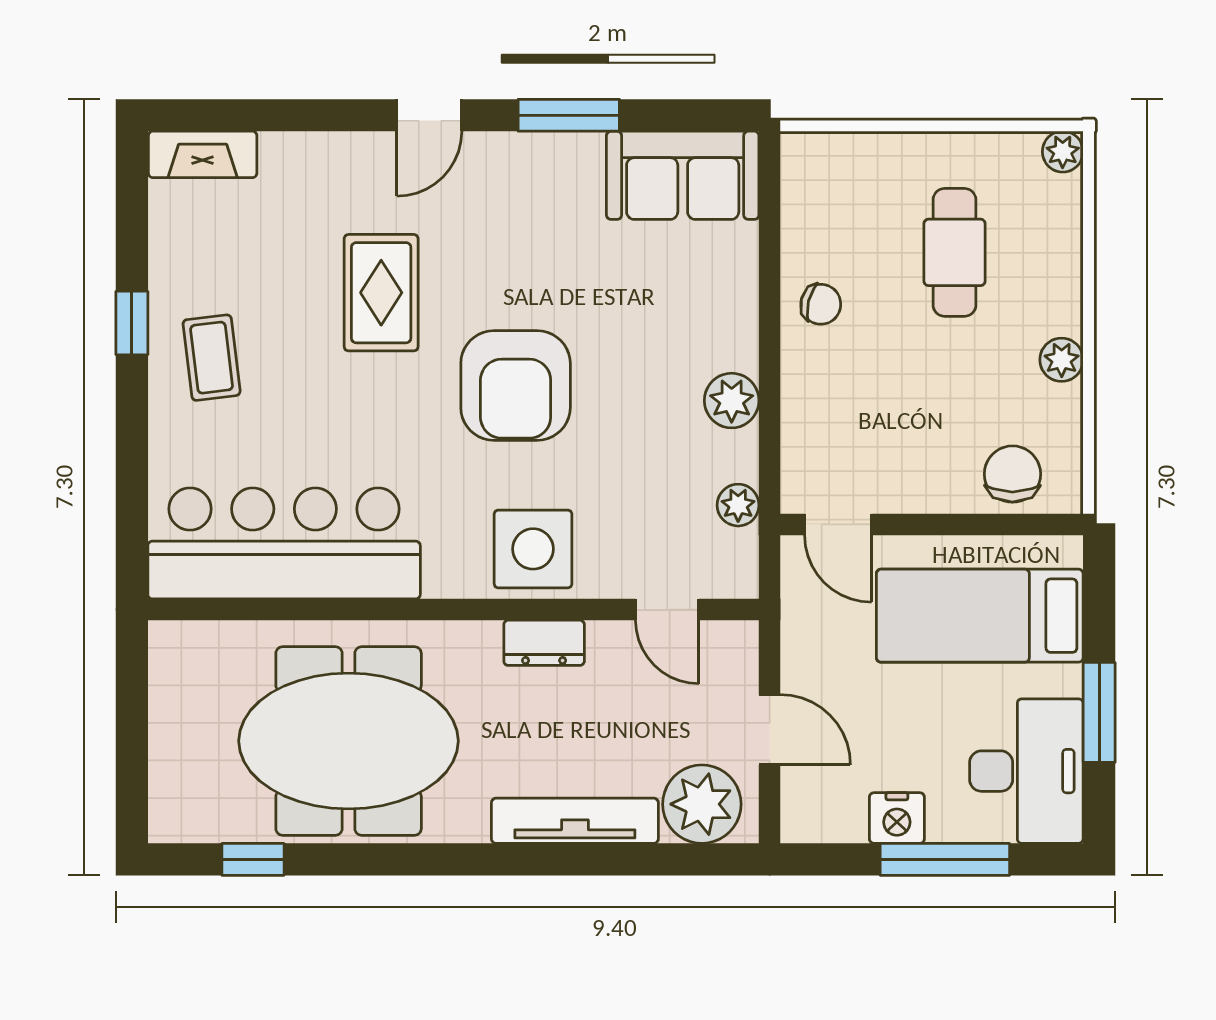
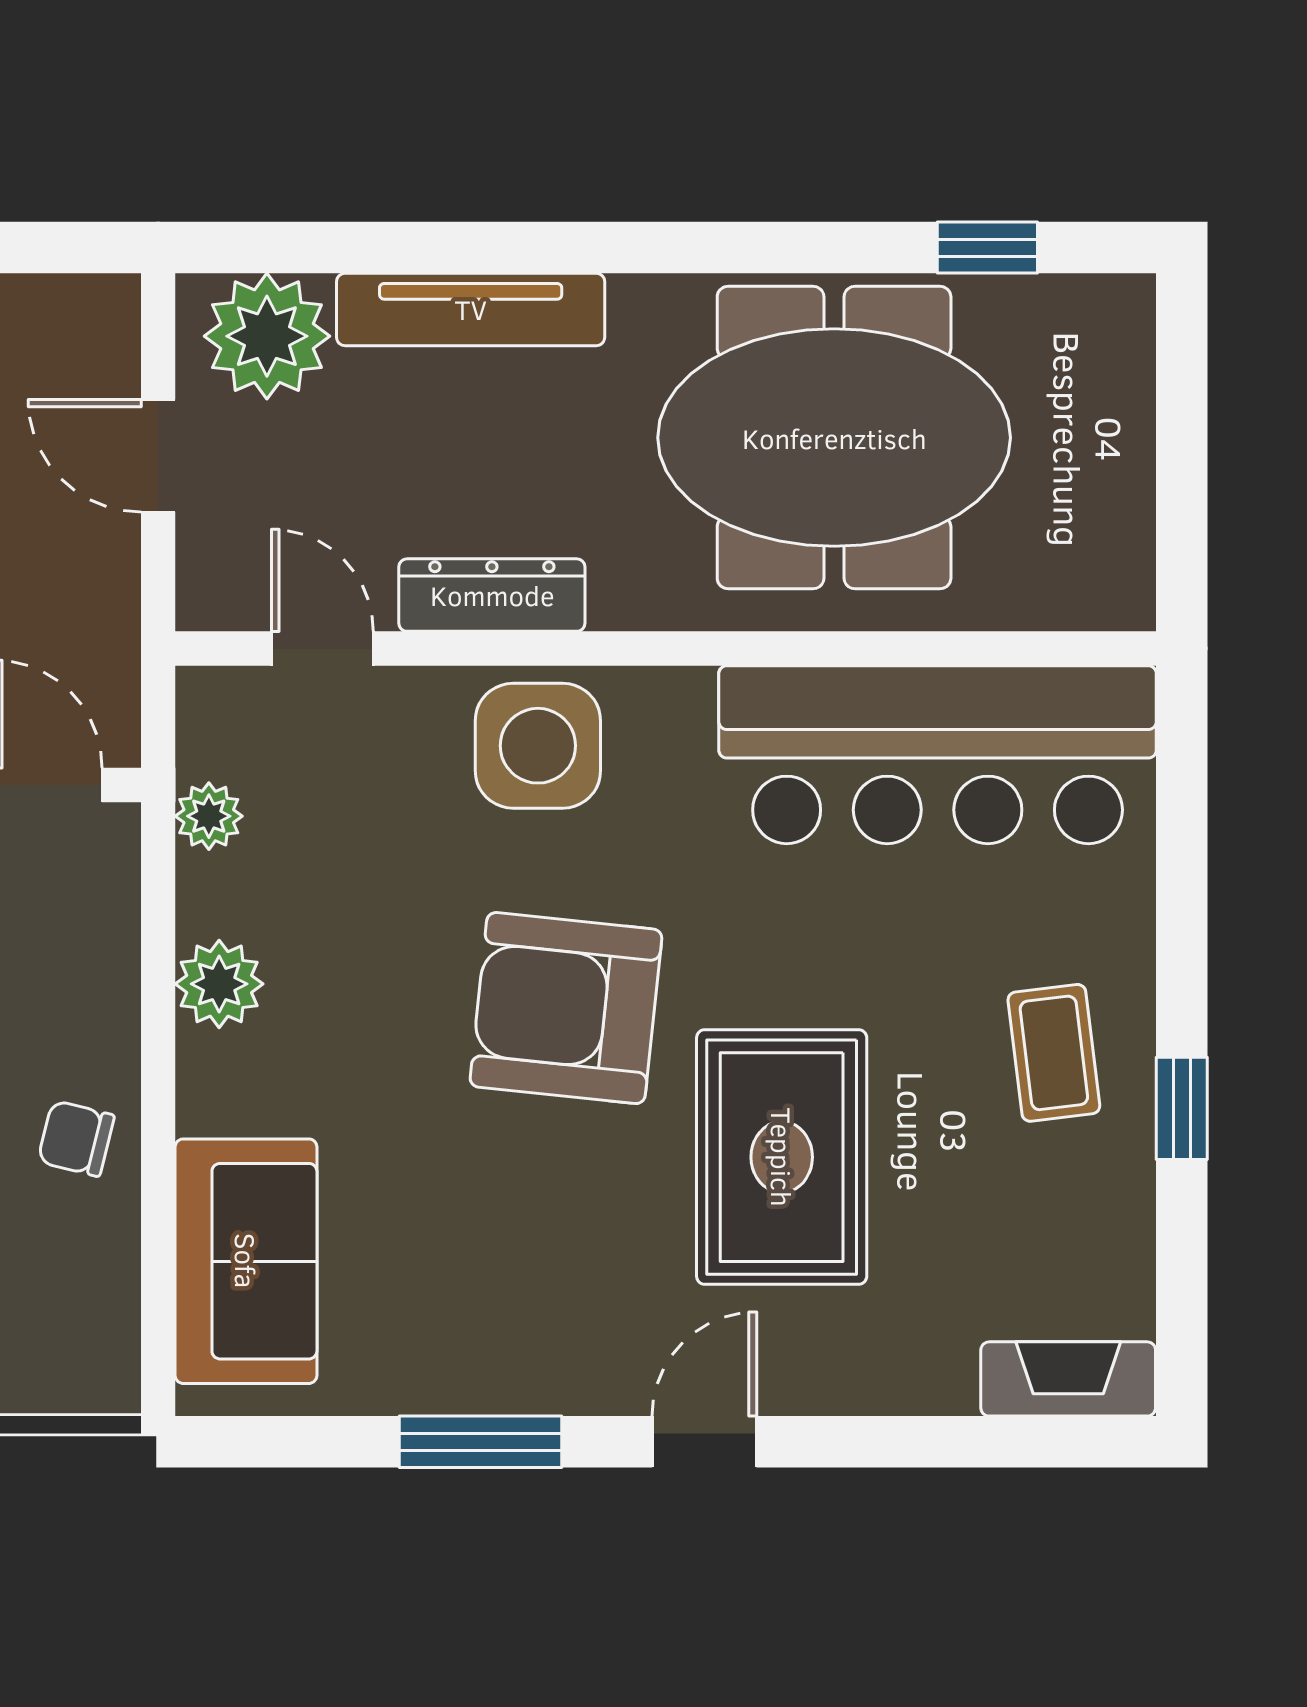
sofa: (683, 175) -> (246, 1261), moved, turned 90
rug: (381, 293) -> (782, 1157), width x1.36, depth x1.43
armchair: (516, 386) -> (566, 1008), turned -84
dresser: (544, 643) -> (492, 595), width x1.44

